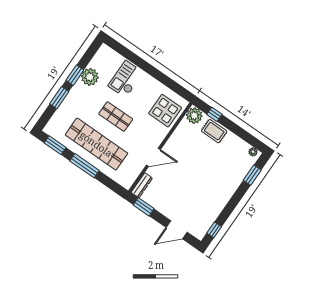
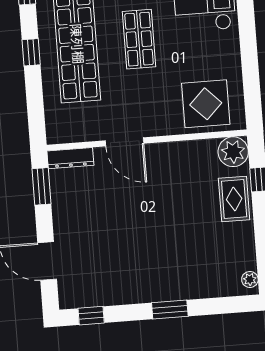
window: (85, 166) -> (31, 52), width x0.46
window: (252, 175) -> (170, 310), moved

